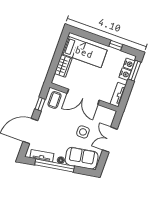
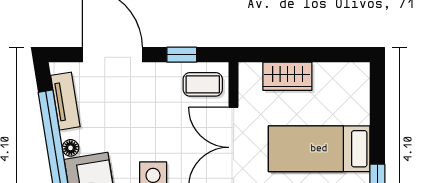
bed: (84, 52) -> (319, 149), moved, turned 90

